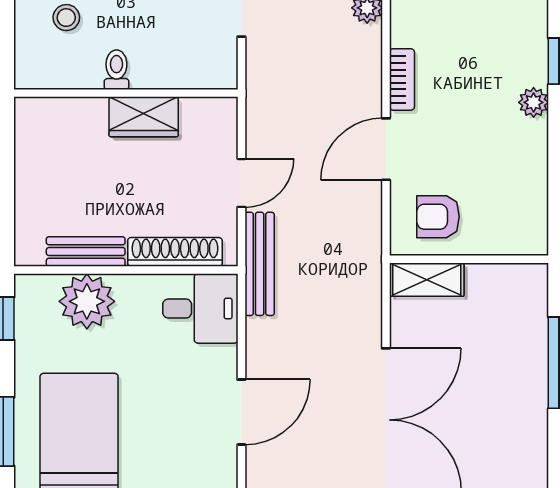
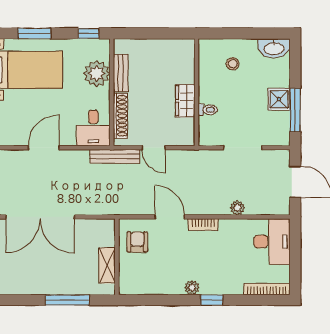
toilet: (116, 70) -> (208, 110), moved
shelving: (427, 280) -> (107, 266), moved
door: (241, 412) -> (44, 148), swing flipped

